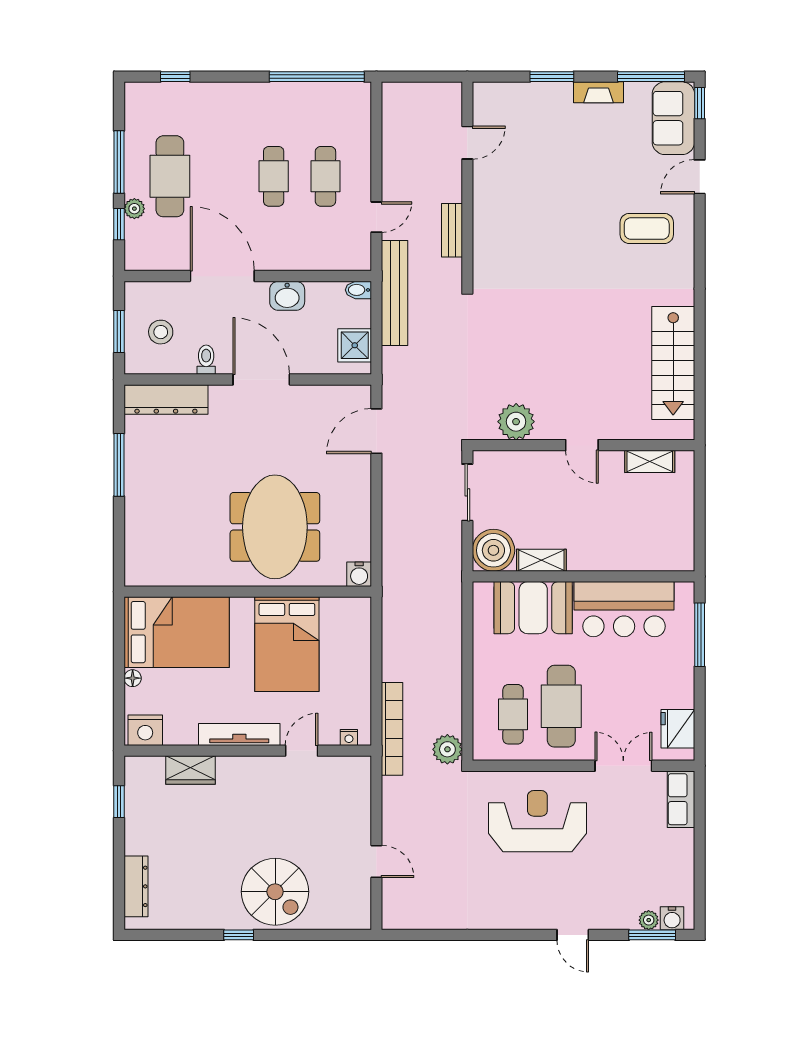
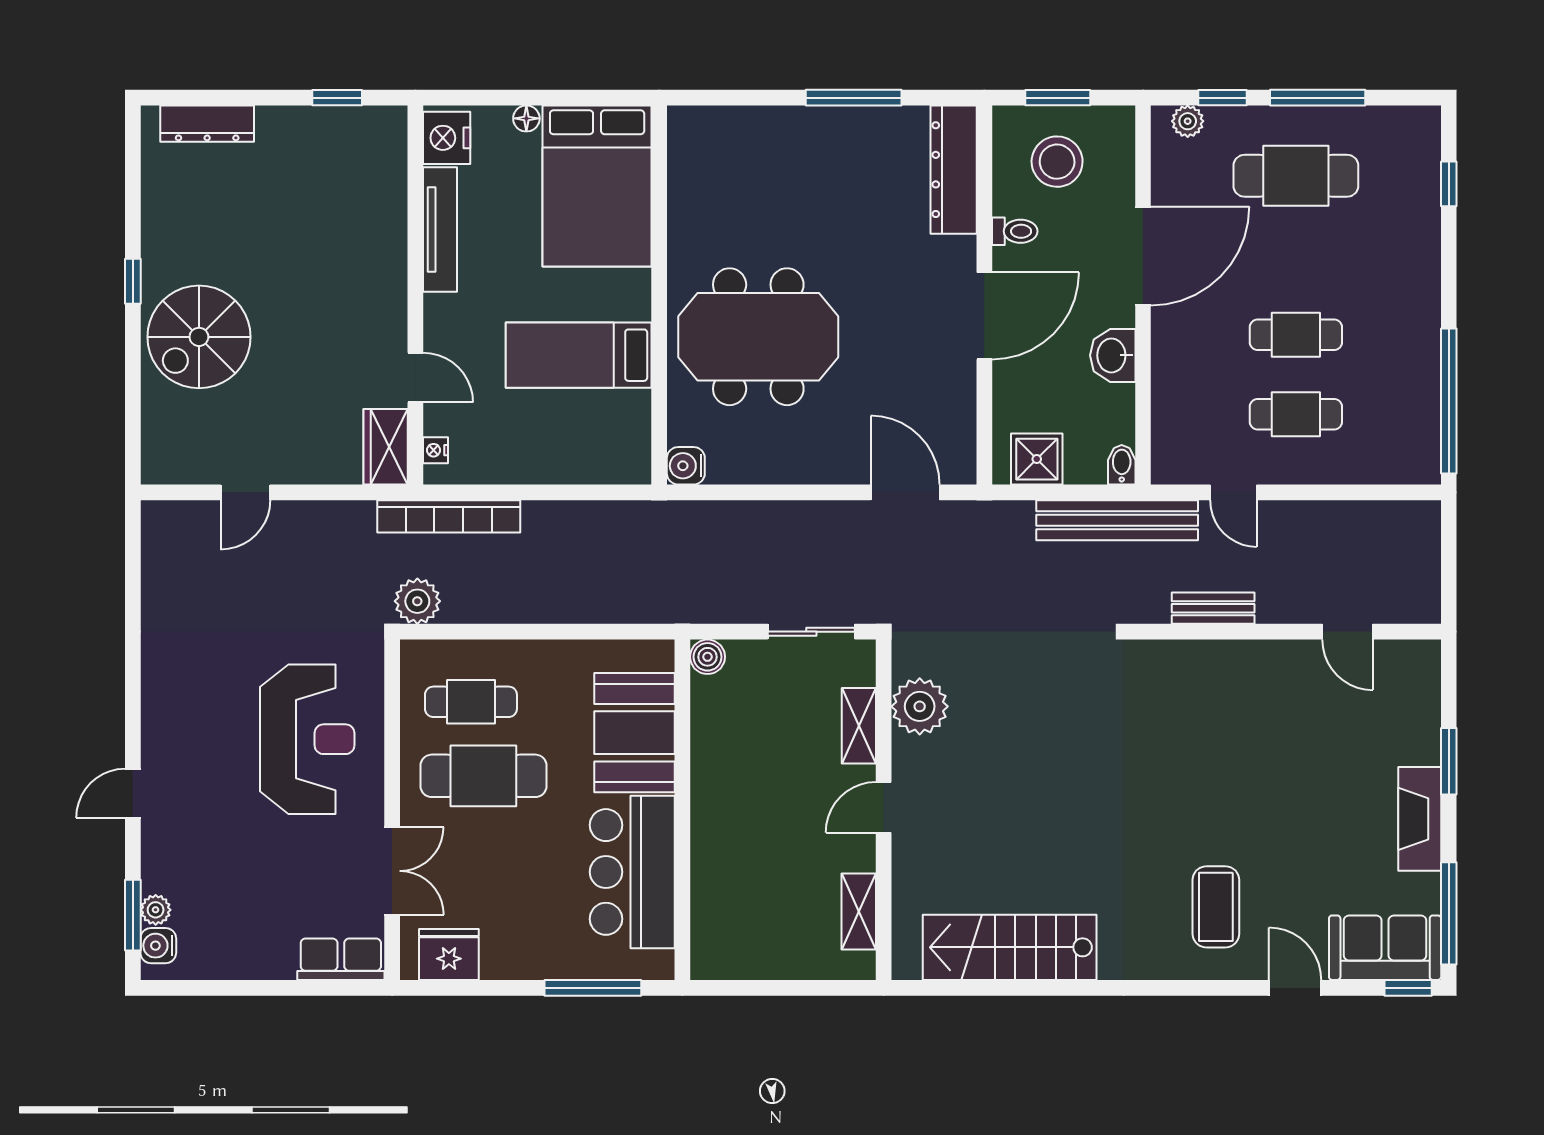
fireplace: (599, 92) -> (1420, 819), width x1.37, depth x1.32
plant: (134, 209) -> (1188, 121), moved
stool: (161, 332) -> (1057, 162), width x1.38, depth x1.38
boiler: (493, 550) -> (708, 657), width x0.54, depth x0.54
shelving: (541, 560) -> (859, 726), moved
bed: (287, 644) -> (579, 355), width x0.67
tv unit: (239, 735) -> (440, 230), moved
wardrobe: (191, 770) -> (386, 447), moved

